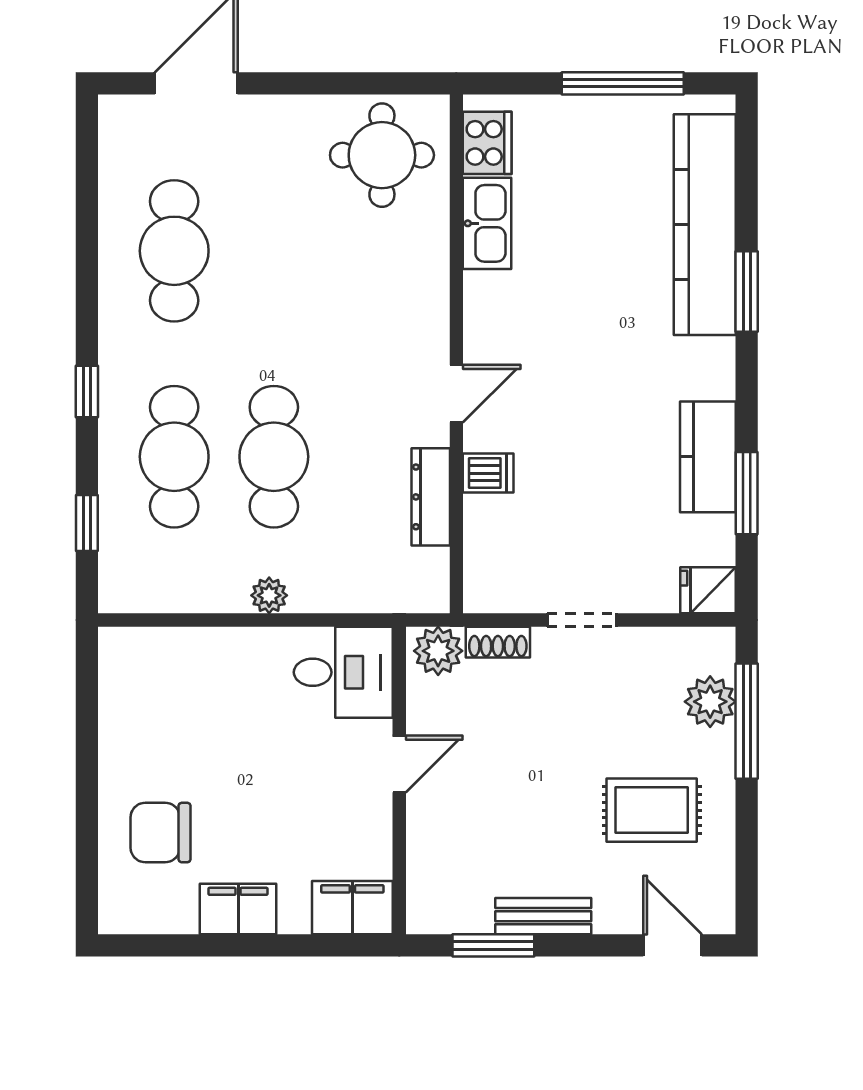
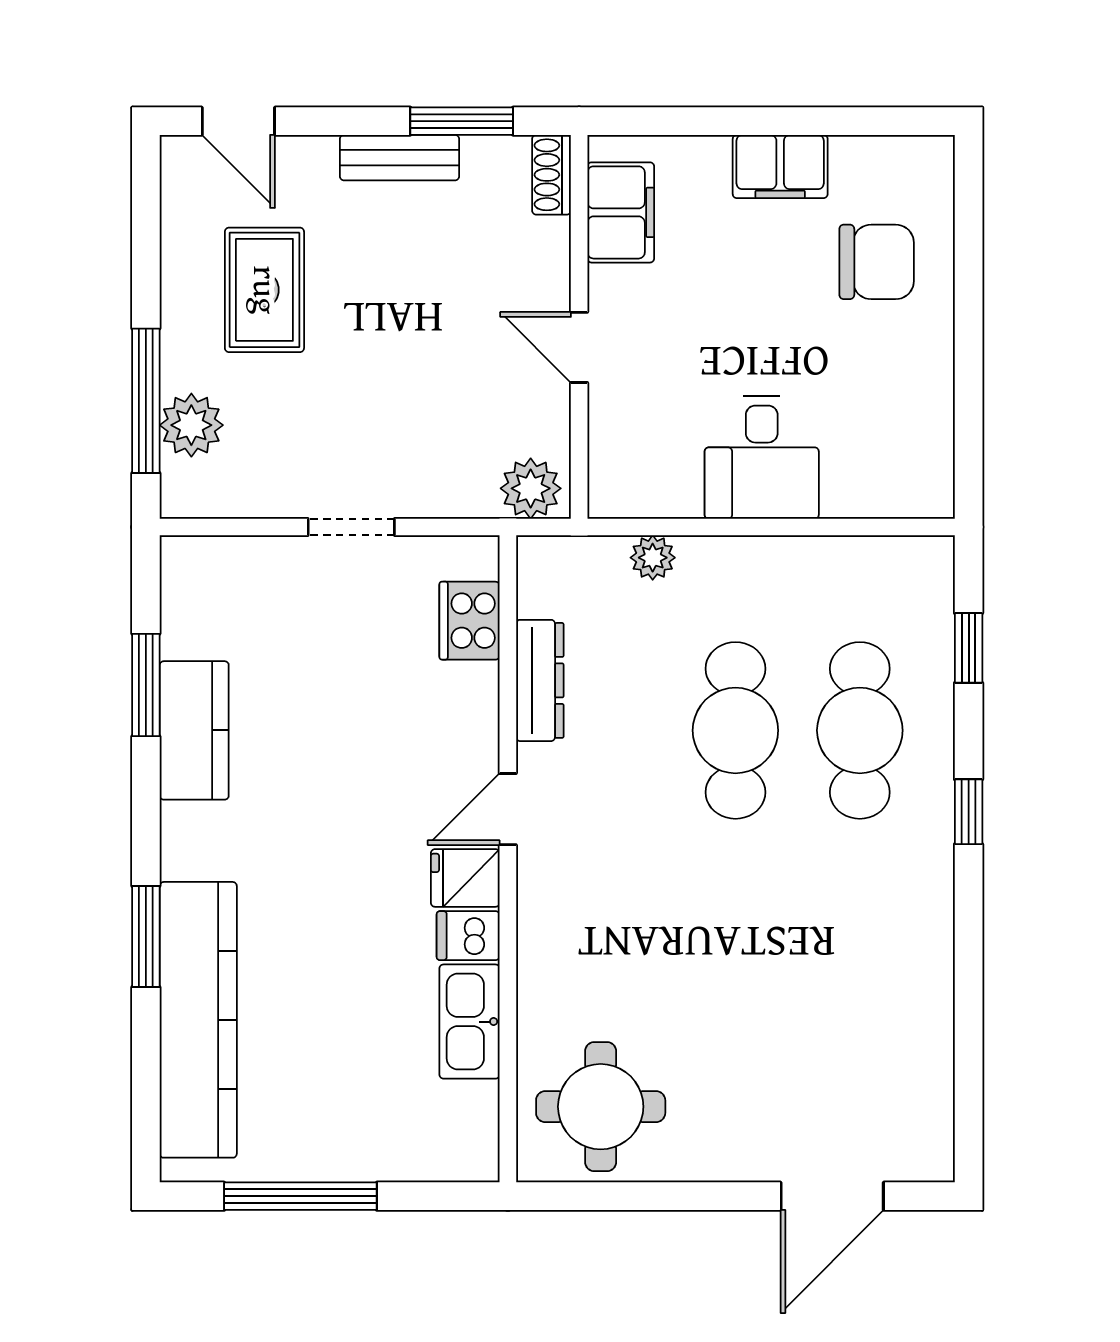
cooker: (487, 143) -> (470, 621), moved
cafe table: (174, 251) -> (860, 987), removed
dishwasher: (488, 473) -> (468, 936), moved
fridge: (708, 590) -> (465, 878), moved, turned 180
plant: (269, 595) -> (653, 558), moved
shoe rack: (498, 642) -> (552, 175), moved, turned -90
desk: (343, 672) -> (762, 457), moved, turned -90
door: (399, 764) -> (579, 347), hinge flipped
rug: (652, 810) -> (264, 290), turned 90
filing cabinet: (352, 908) -> (621, 212), moved, turned -90

